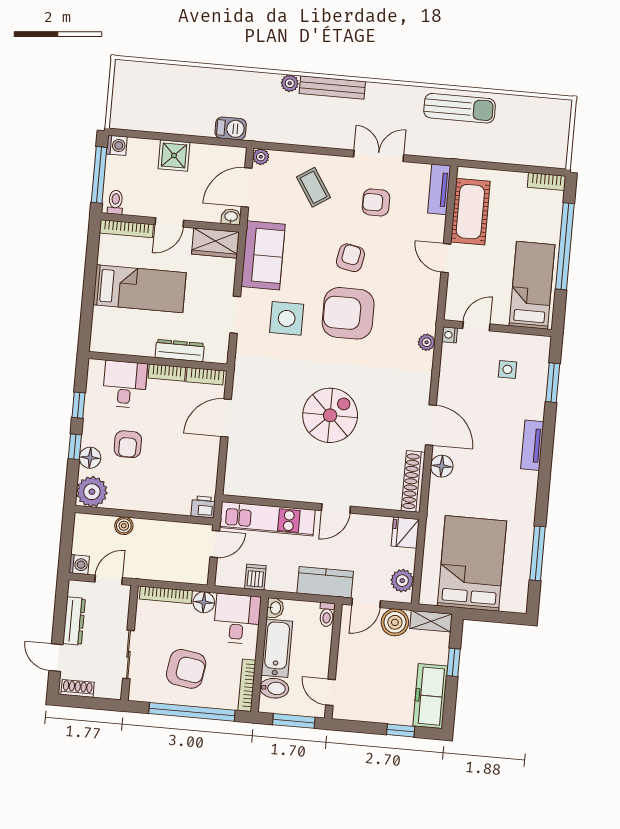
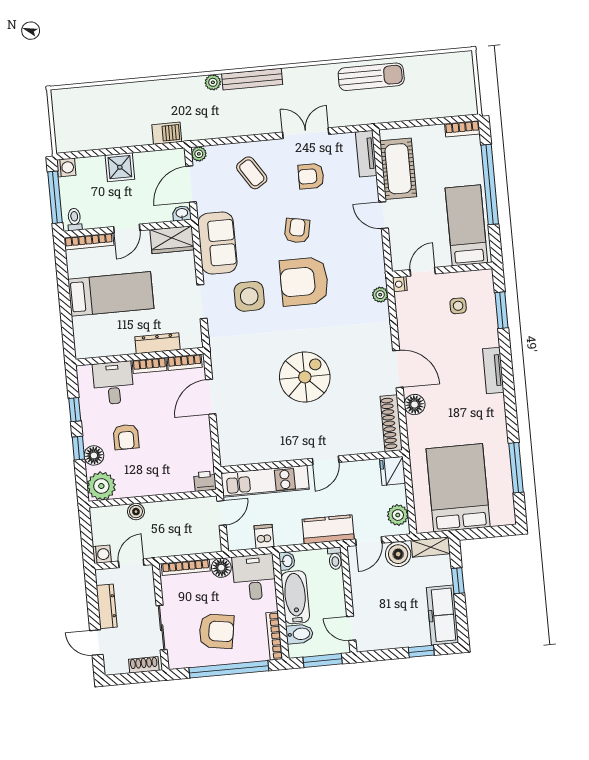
shoe rack: (78, 688) -> (144, 665), moved

